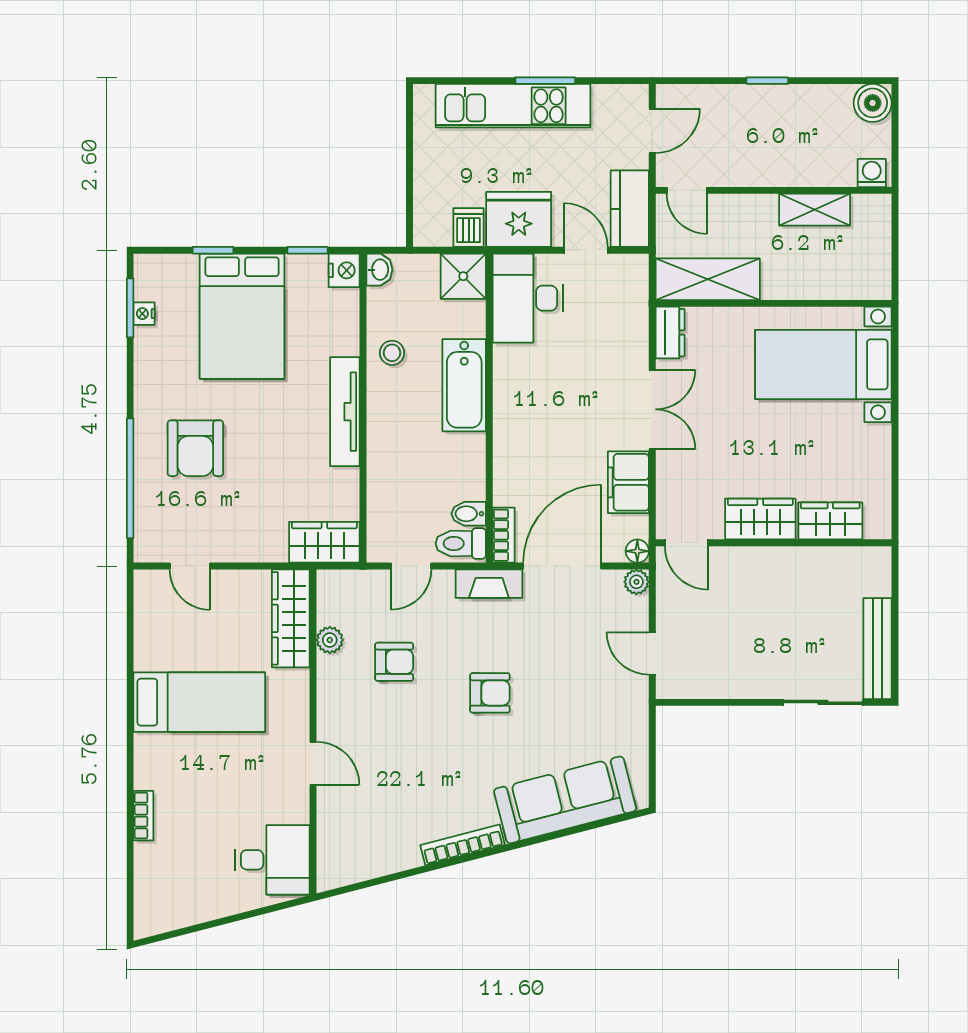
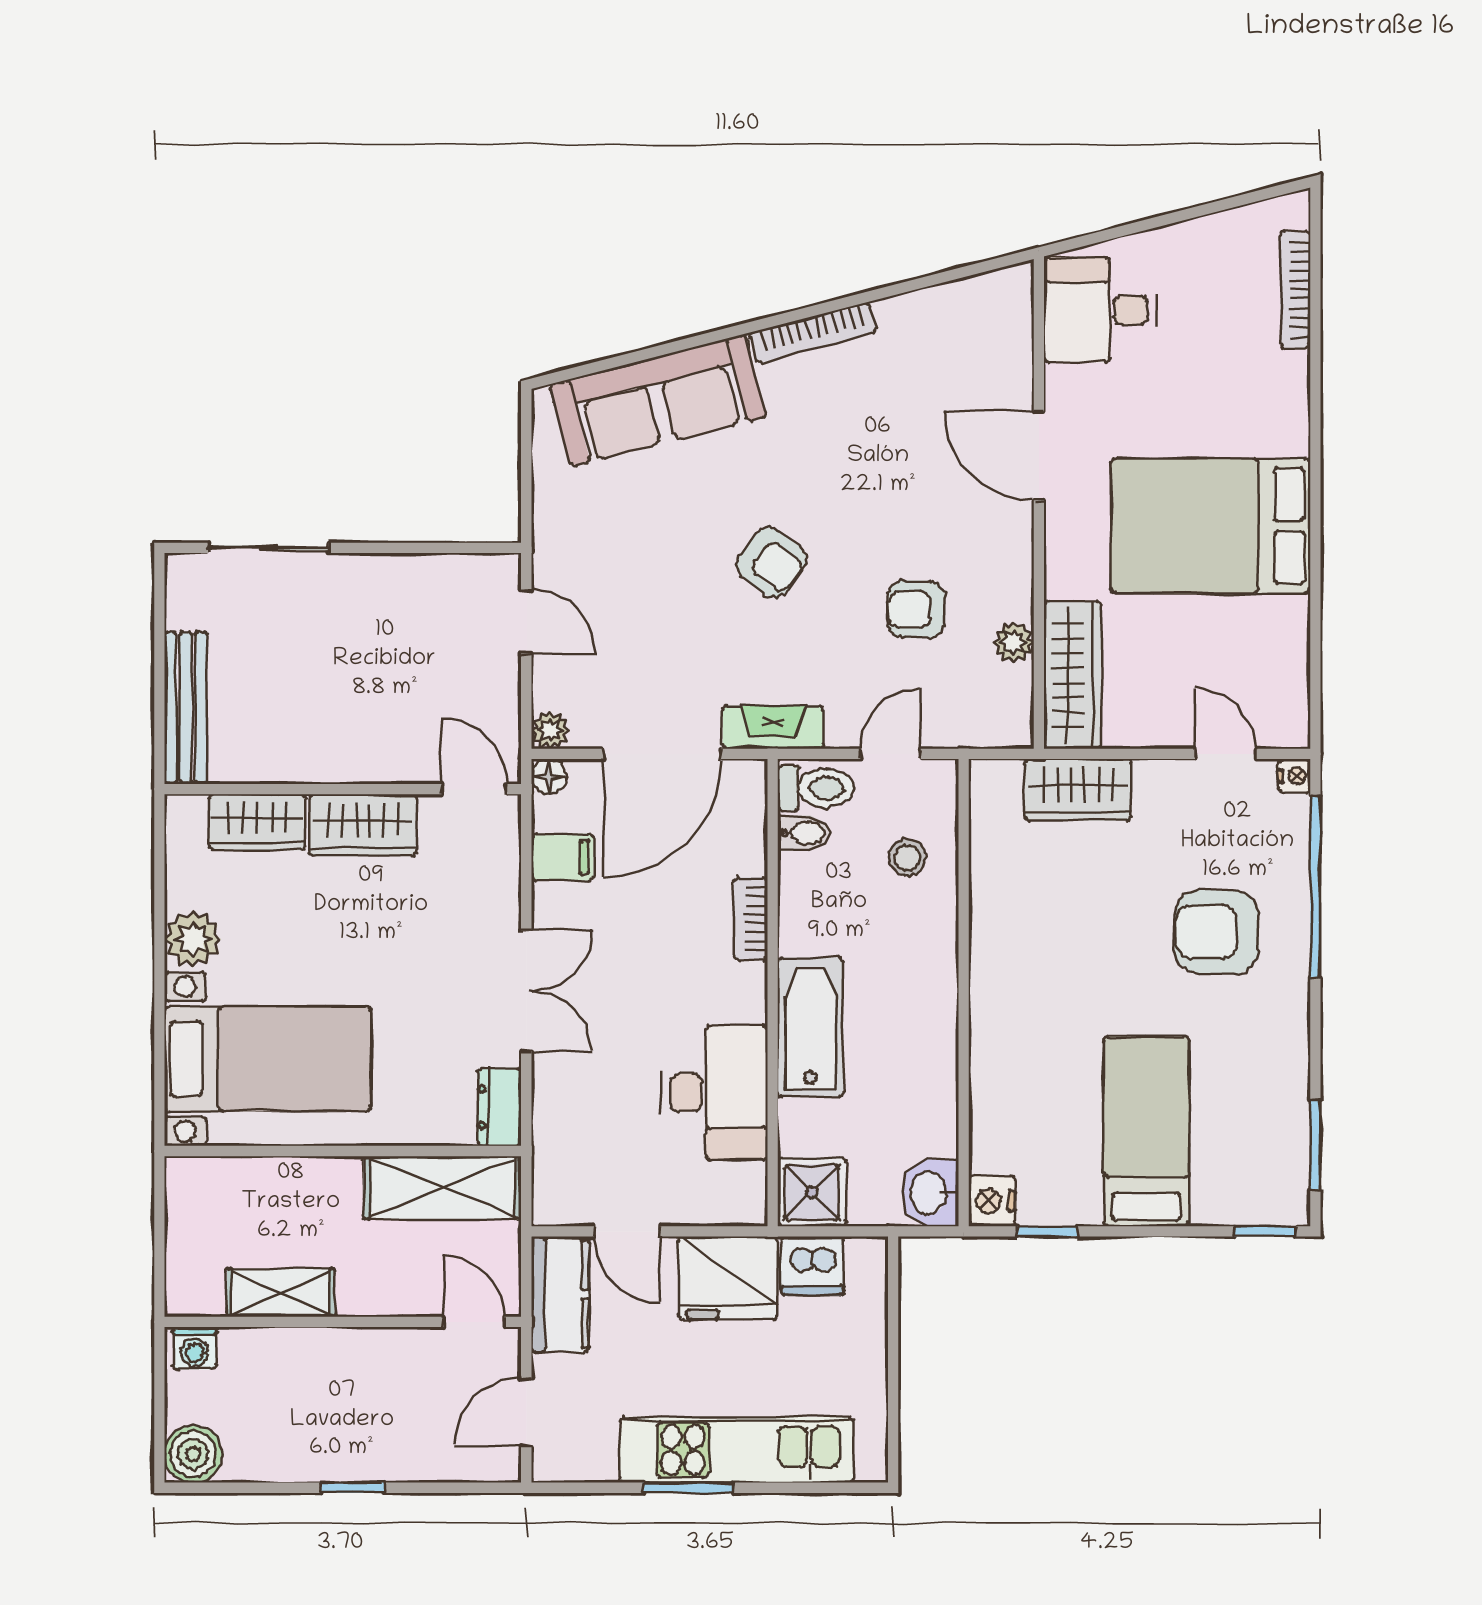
dishwasher: (469, 227) -> (812, 1266), width x1.38
window: (213, 250) -> (1265, 1231), moved
washbasin: (379, 270) -> (930, 1193), width x1.38, depth x1.45
desk: (528, 298) -> (715, 1092), moved
nightstand: (144, 314) -> (1294, 776), moved
bed: (242, 316) -> (1146, 1132), width x0.67
stool: (392, 353) -> (907, 858), moved
double door: (652, 409) -> (526, 991), swing flipped
tv unit: (345, 412) -> (991, 987), removed
plant: (873, 443) -> (193, 939), added
armchair: (195, 448) -> (1217, 932), turned -90
filing cabinet: (628, 482) -> (562, 857), width x0.50
bookcase: (504, 535) -> (751, 919), moved
wardrobe: (324, 542) -> (1078, 790), moved
bench: (877, 649) -> (186, 708), moved
armchair: (490, 693) -> (772, 562), turned -143
bed: (199, 702) -> (1211, 526), width x1.50
door: (313, 763) -> (1039, 456), width x1.38
bookcase: (143, 816) -> (1295, 289), moved, width x1.56

